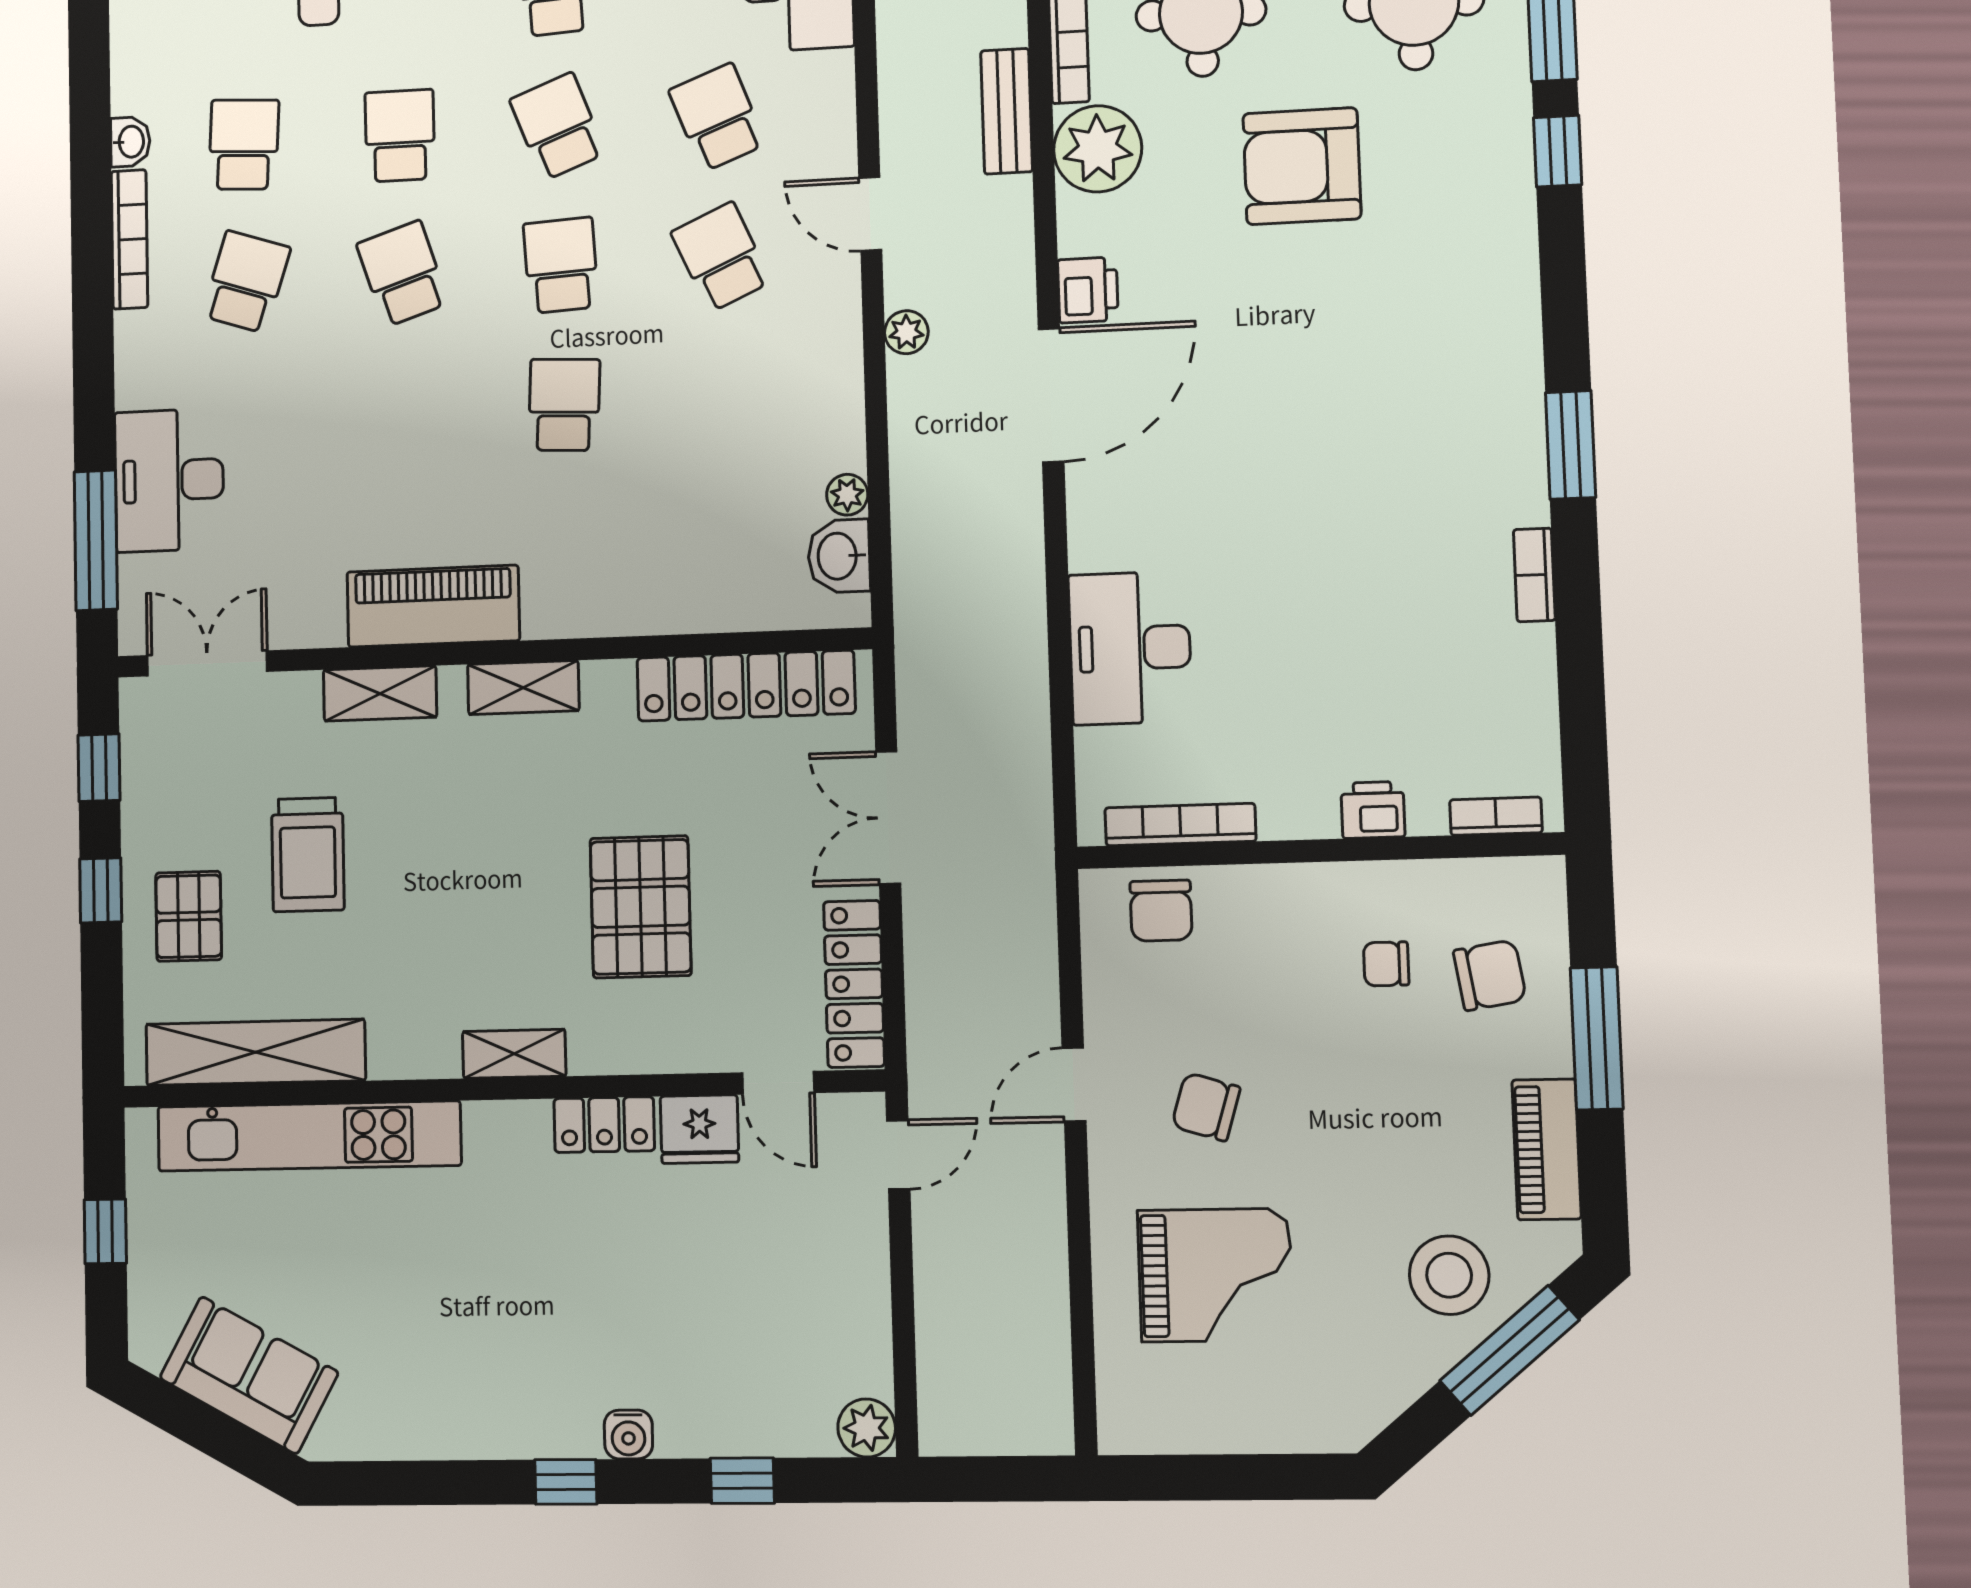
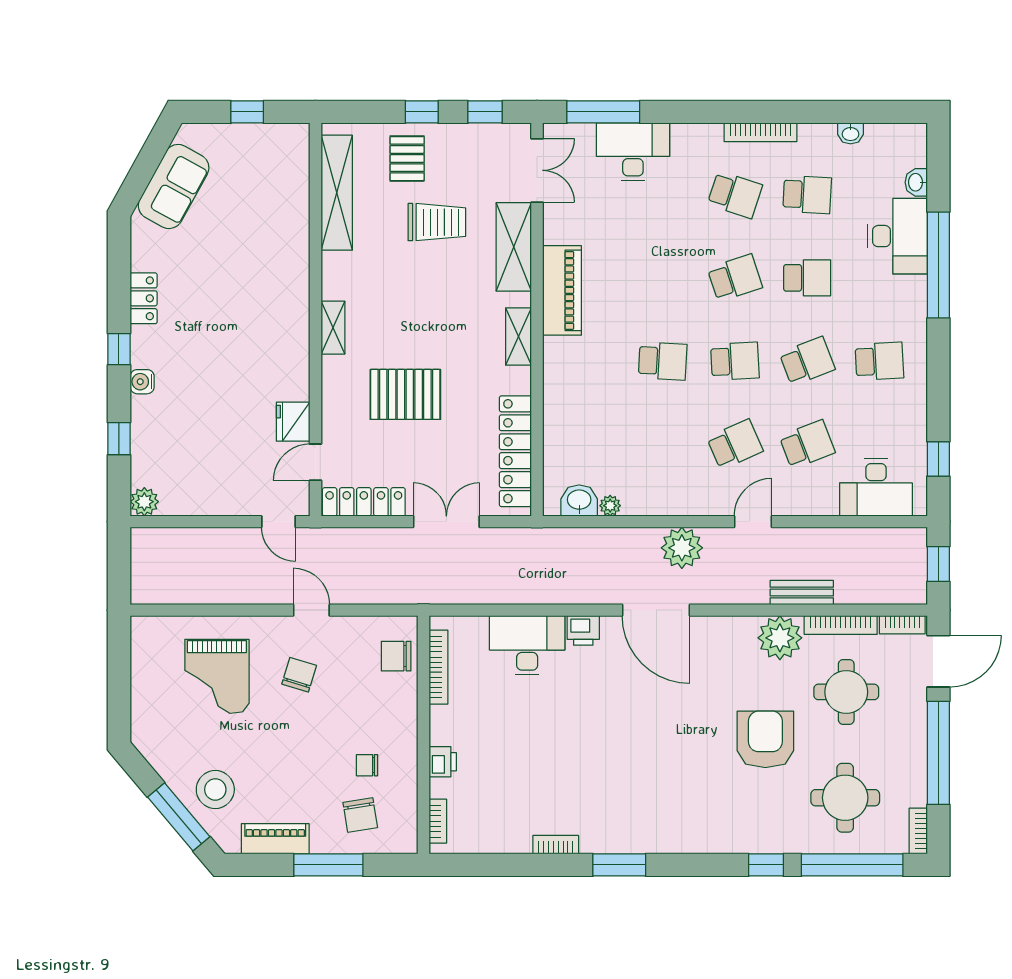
washbasin: (130, 142) -> (850, 133), moved
printer: (1088, 290) -> (583, 630), moved
plant: (906, 332) -> (682, 548), width x1.87, depth x1.87
shelving: (380, 693) -> (514, 247), width x1.50, depth x1.33
trolley: (308, 855) -> (437, 222), turned 180
pallet: (189, 916) -> (407, 159), turned 90
chair: (1386, 964) -> (367, 765), turned -90
locker: (604, 1125) -> (144, 298), moved, turned 180
kitchen unit: (309, 1136) -> (294, 220), removed

